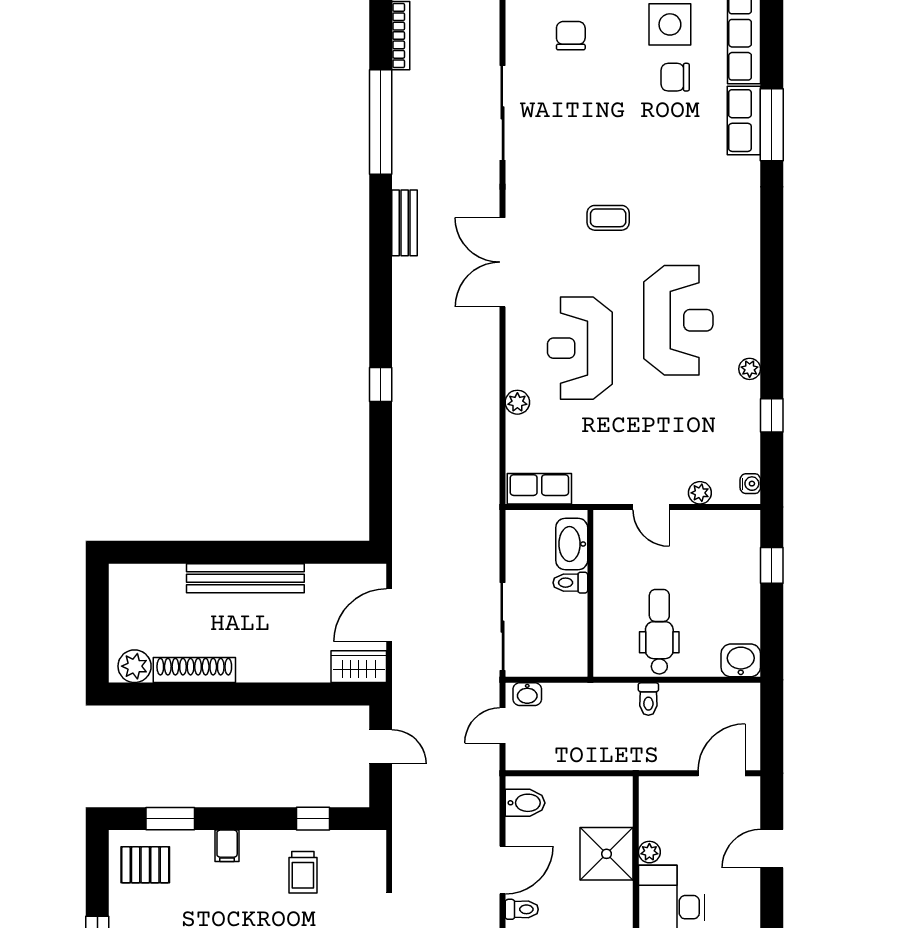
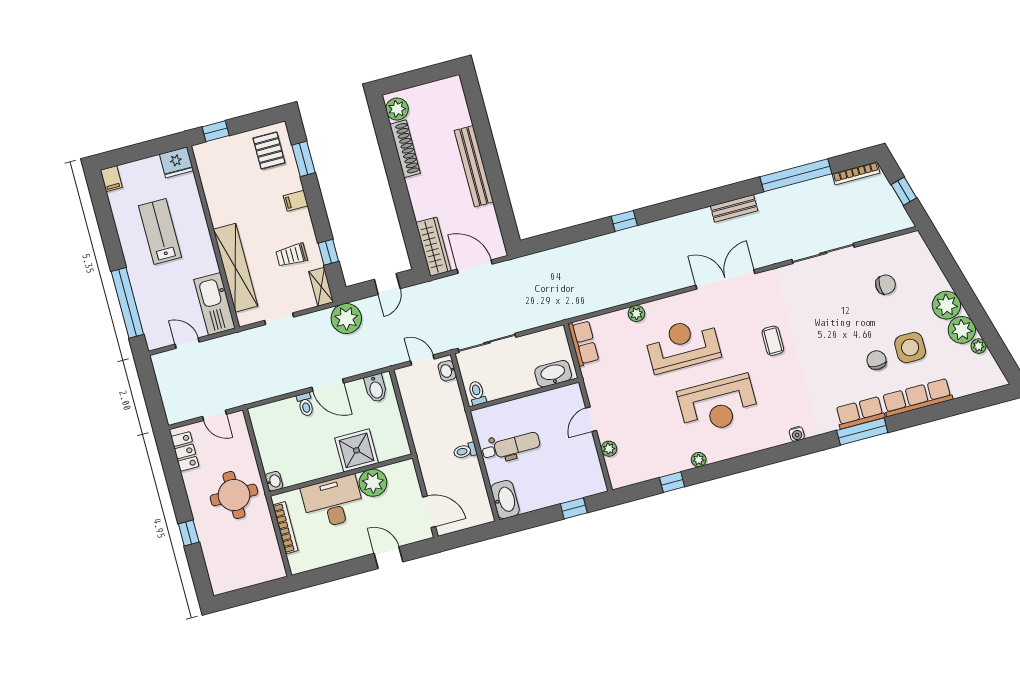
water cooler: (750, 484) -> (797, 434), moved
toilet: (570, 583) -> (477, 393), moved
washbasin: (741, 660) -> (505, 500), width x1.38
wardrobe: (359, 667) -> (433, 247), width x1.50
plant: (414, 818) -> (346, 318), added
shelving: (360, 842) -> (321, 287), added
plant: (649, 852) -> (373, 483), width x1.88, depth x1.88

